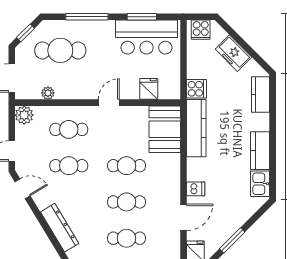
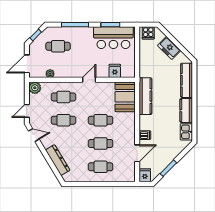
cafe table: (60, 50) -> (58, 46), width x0.73, depth x0.74
cooker: (197, 89) -> (146, 71), removed
kitchen counter: (261, 95) -> (187, 80), width x1.50

